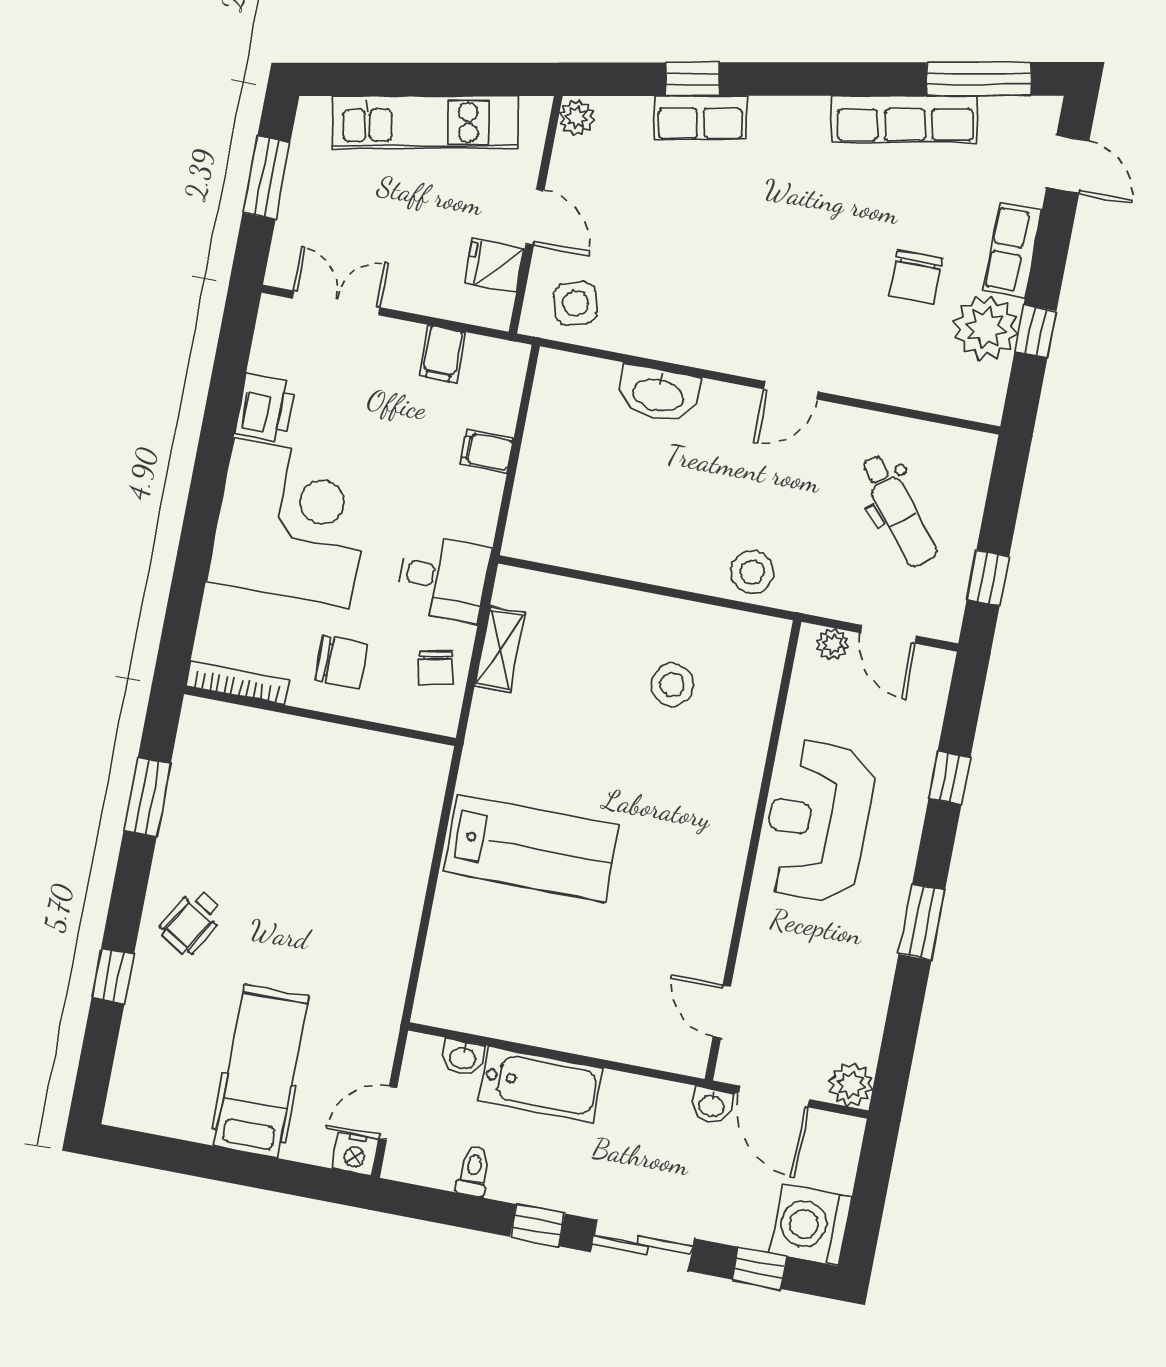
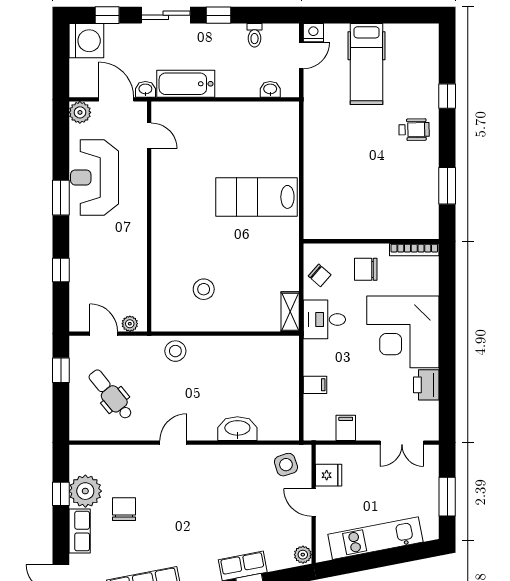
shelving: (500, 650) -> (290, 312), moved
chair: (436, 668) -> (320, 275), turned 142
reception desk: (818, 822) -> (95, 177), moved, turned 180
wheelchair: (191, 922) -> (414, 130), turned 59
bathtub: (541, 1084) -> (186, 84), moved

